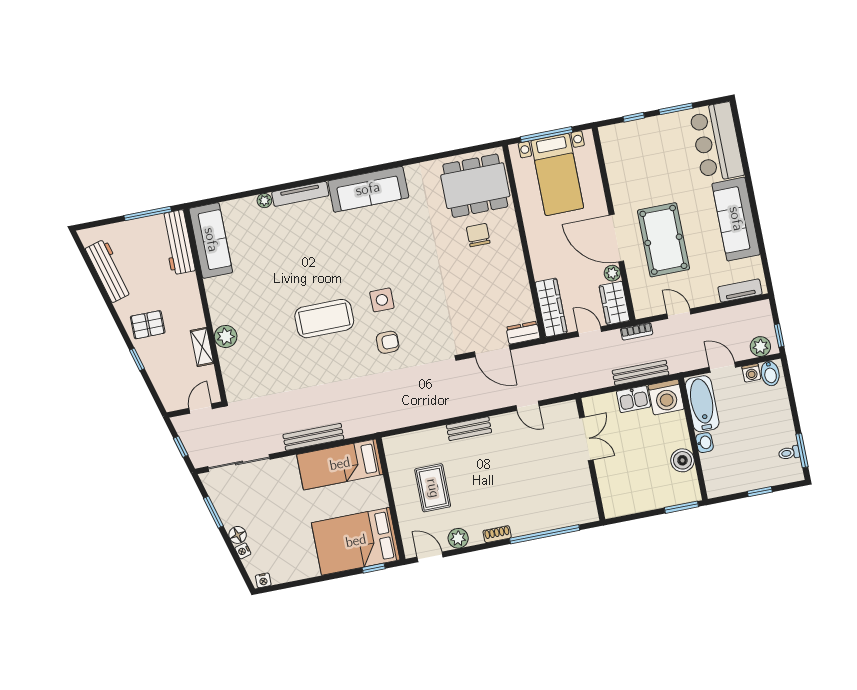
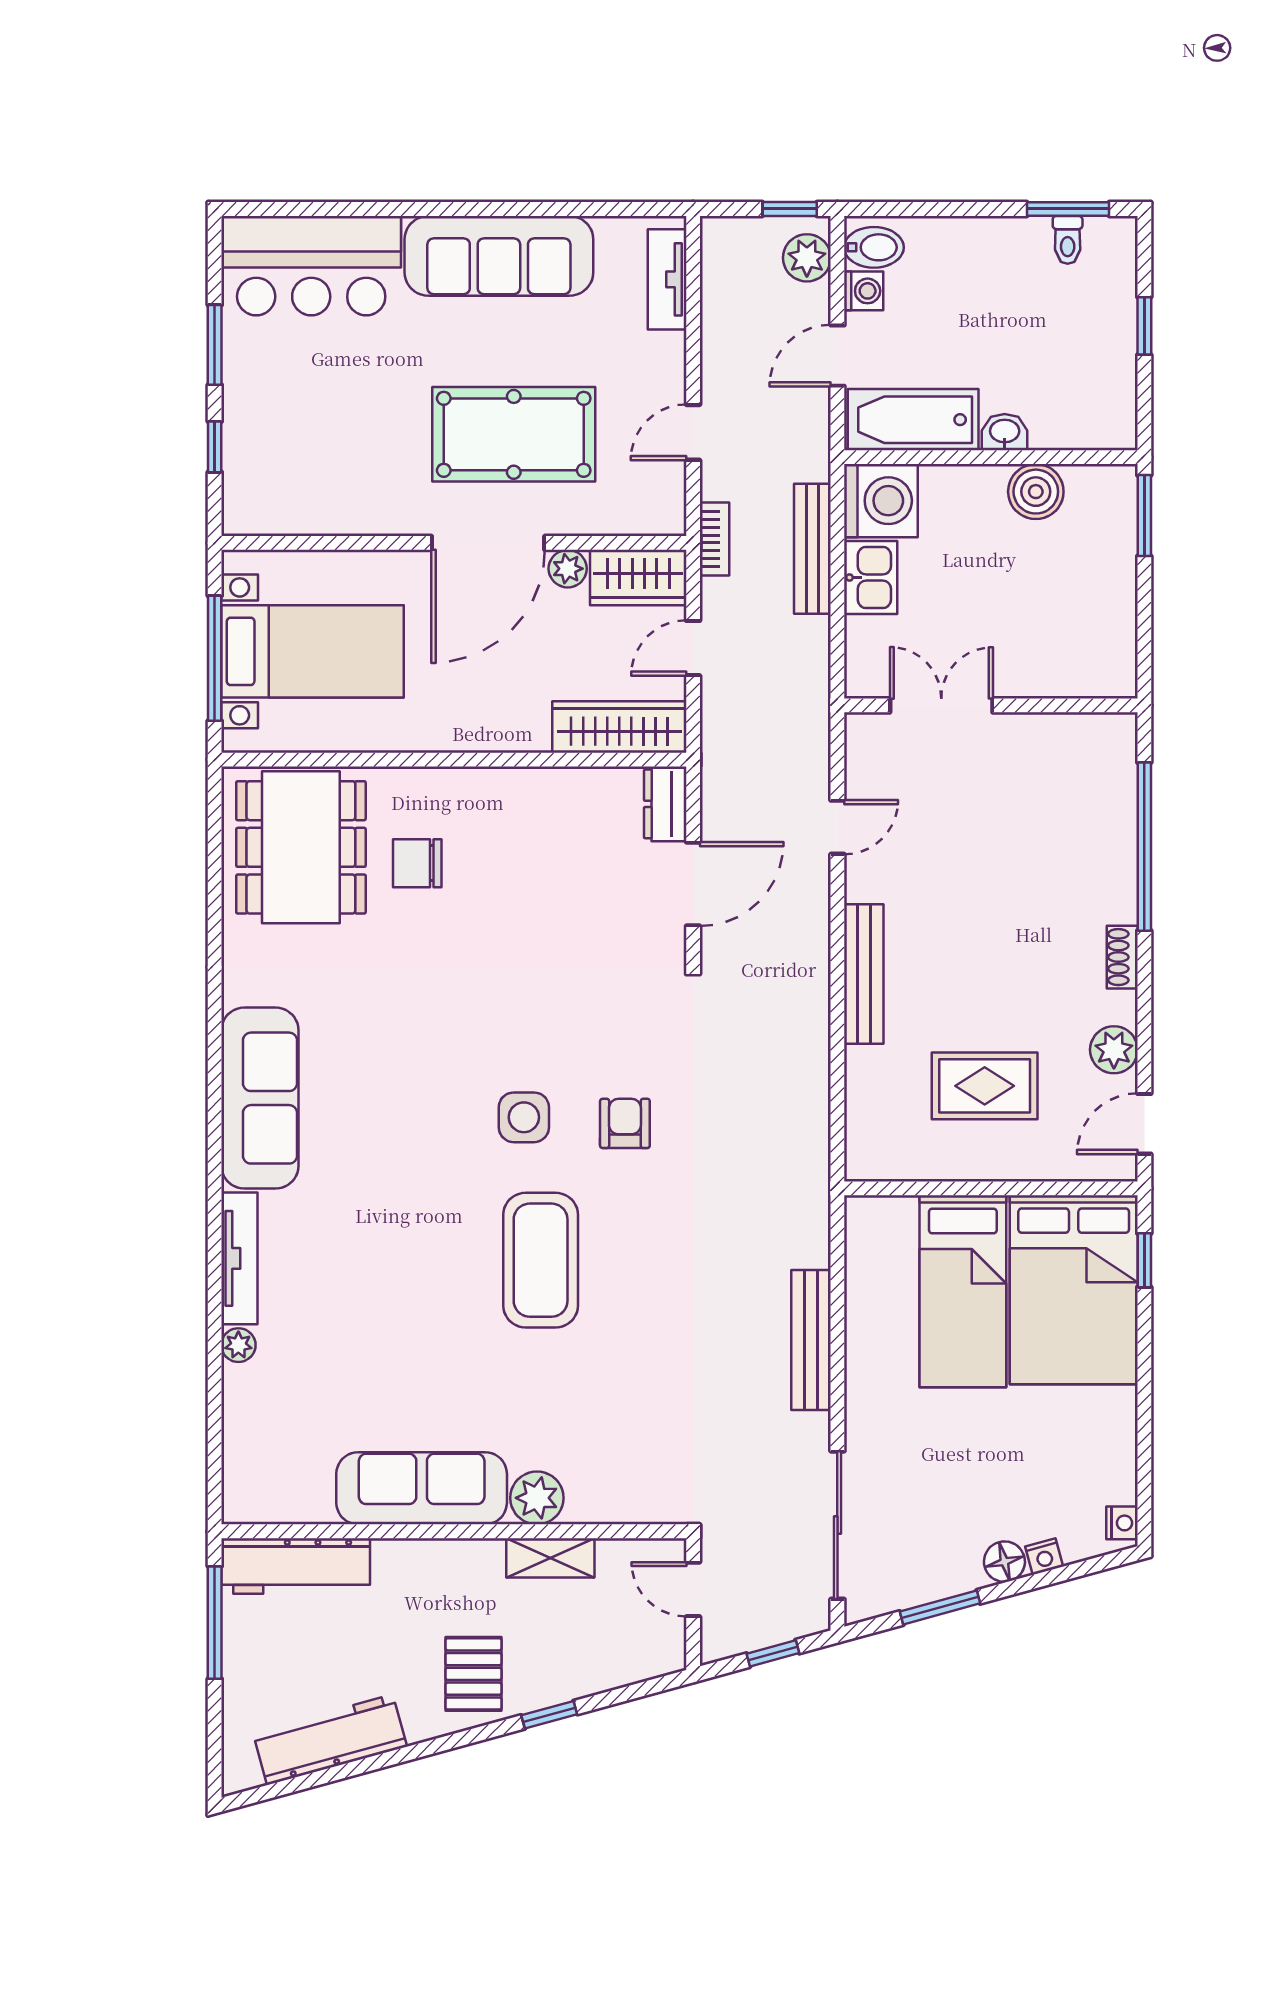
sofa: (211, 240) -> (422, 1488), moved
bench: (469, 429) -> (864, 974), width x1.36
bed: (340, 464) -> (963, 1291), moved

